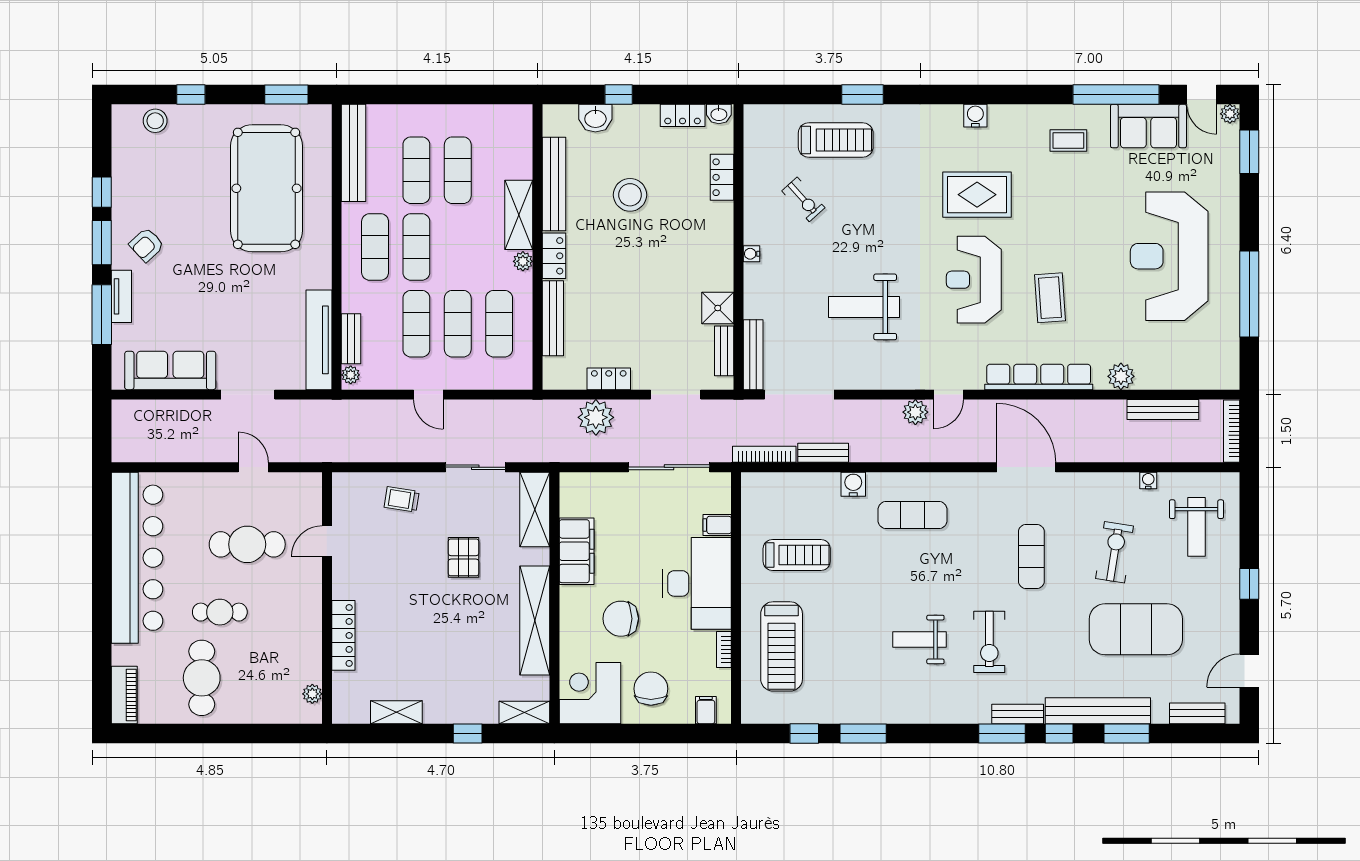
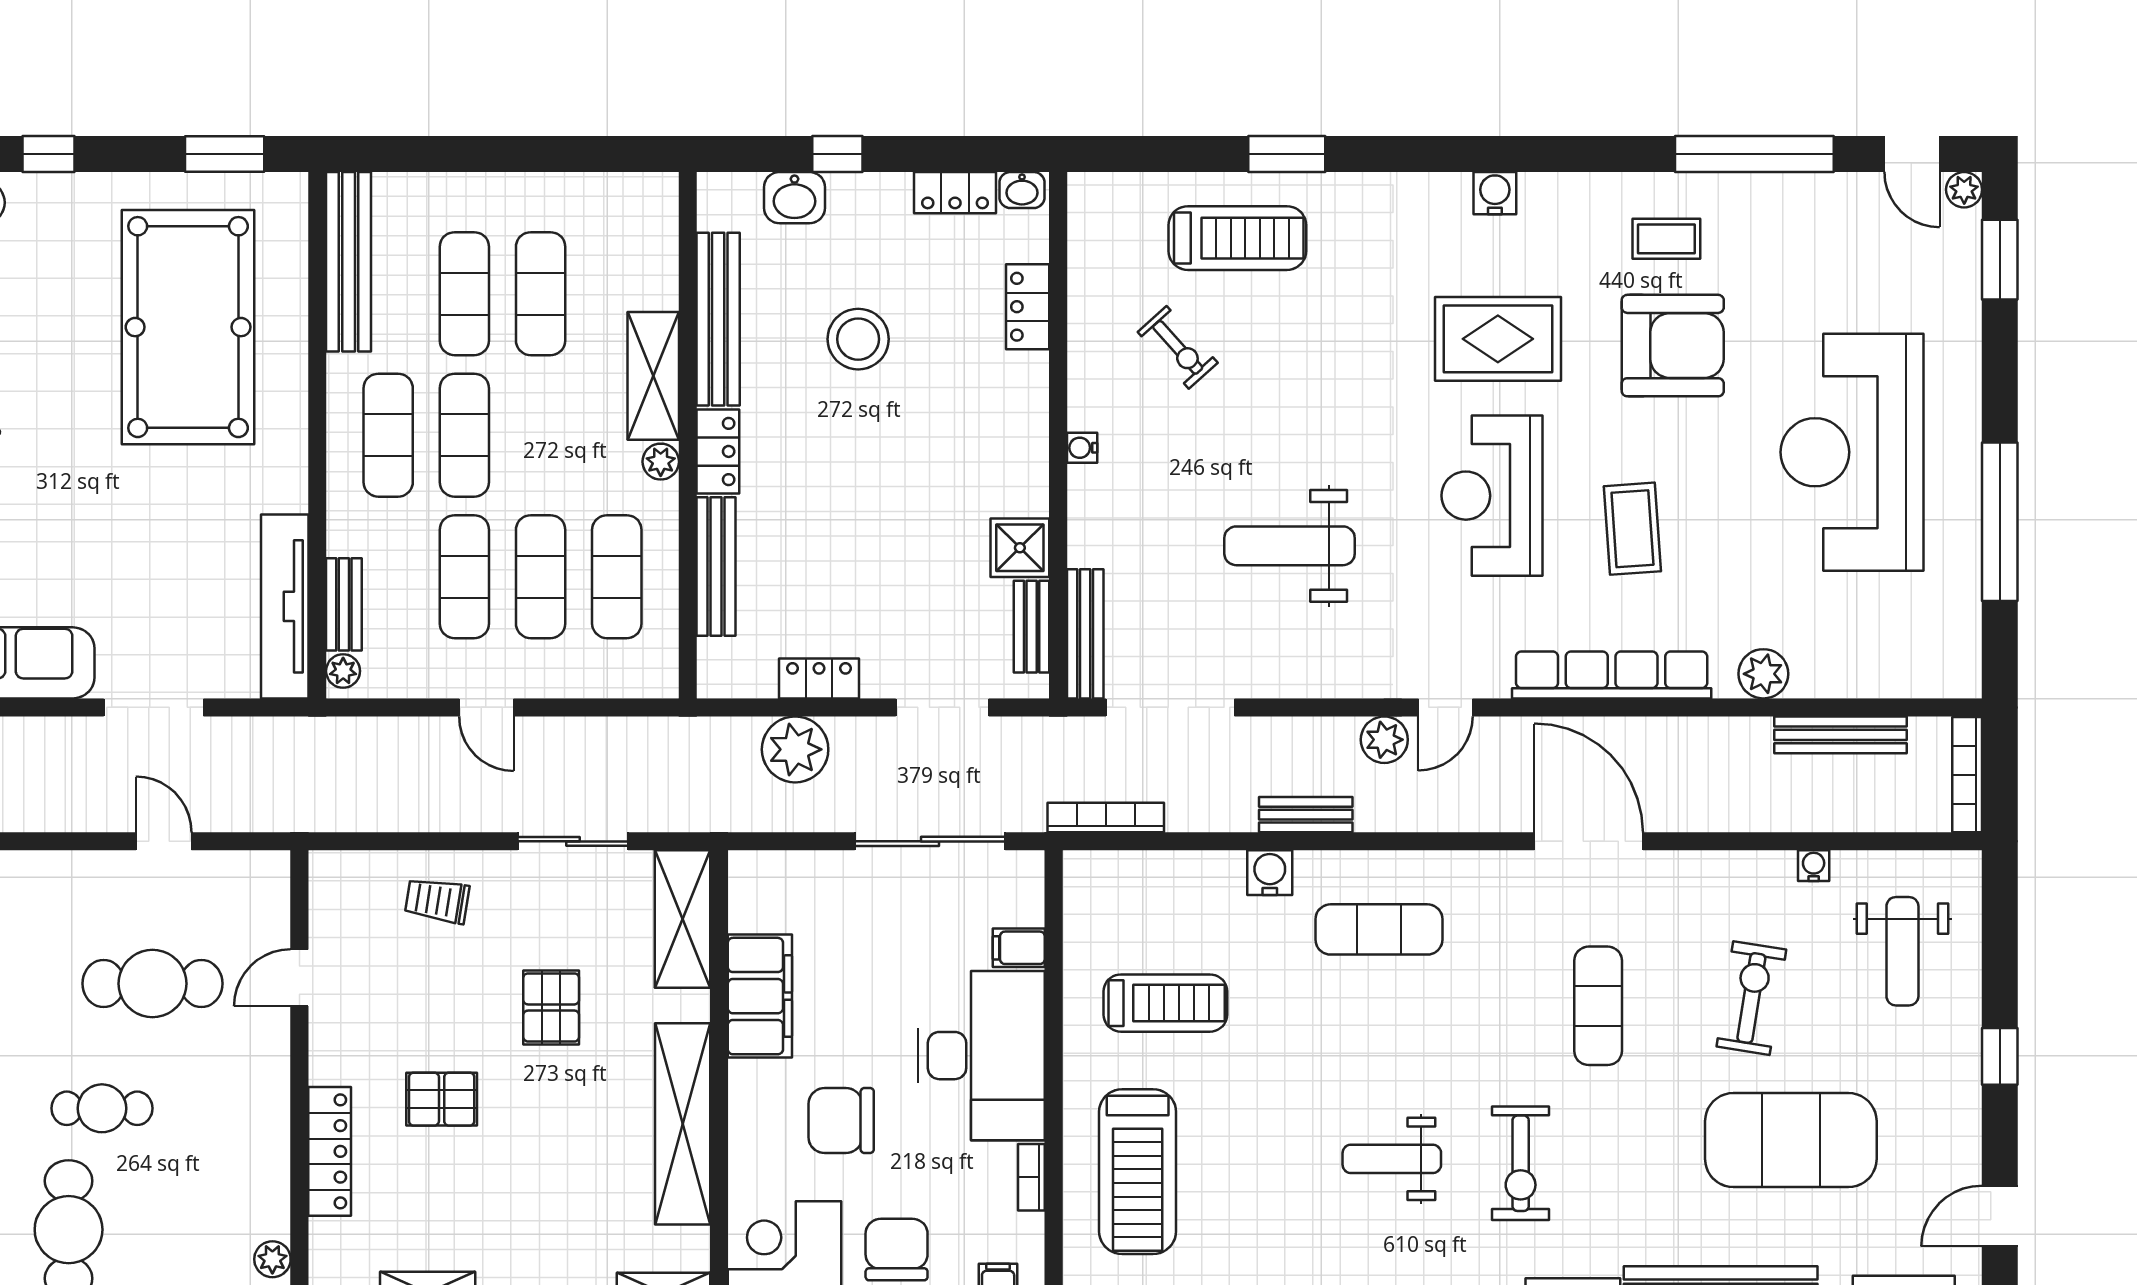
sofa: (1148, 126) -> (1814, 212), removed
armchair: (1072, 198) -> (1673, 346), added
bench: (823, 453) -> (1306, 815), moved
pallet: (404, 607) -> (442, 1099), added

